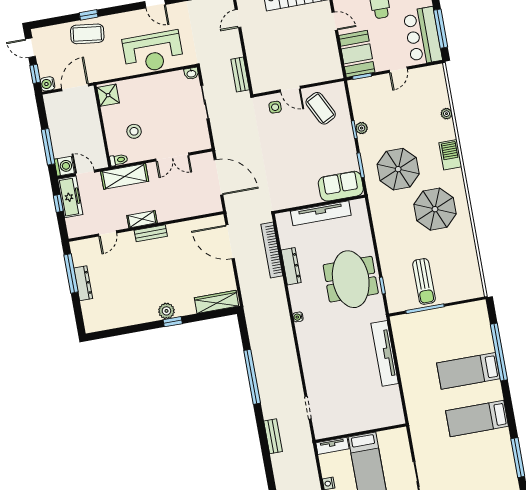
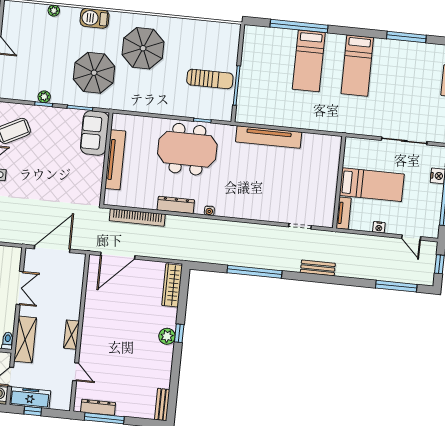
bench: (151, 233) -> (162, 405), moved
dresser: (291, 266) -> (176, 205), moved
dresser: (83, 283) -> (98, 407), moved

